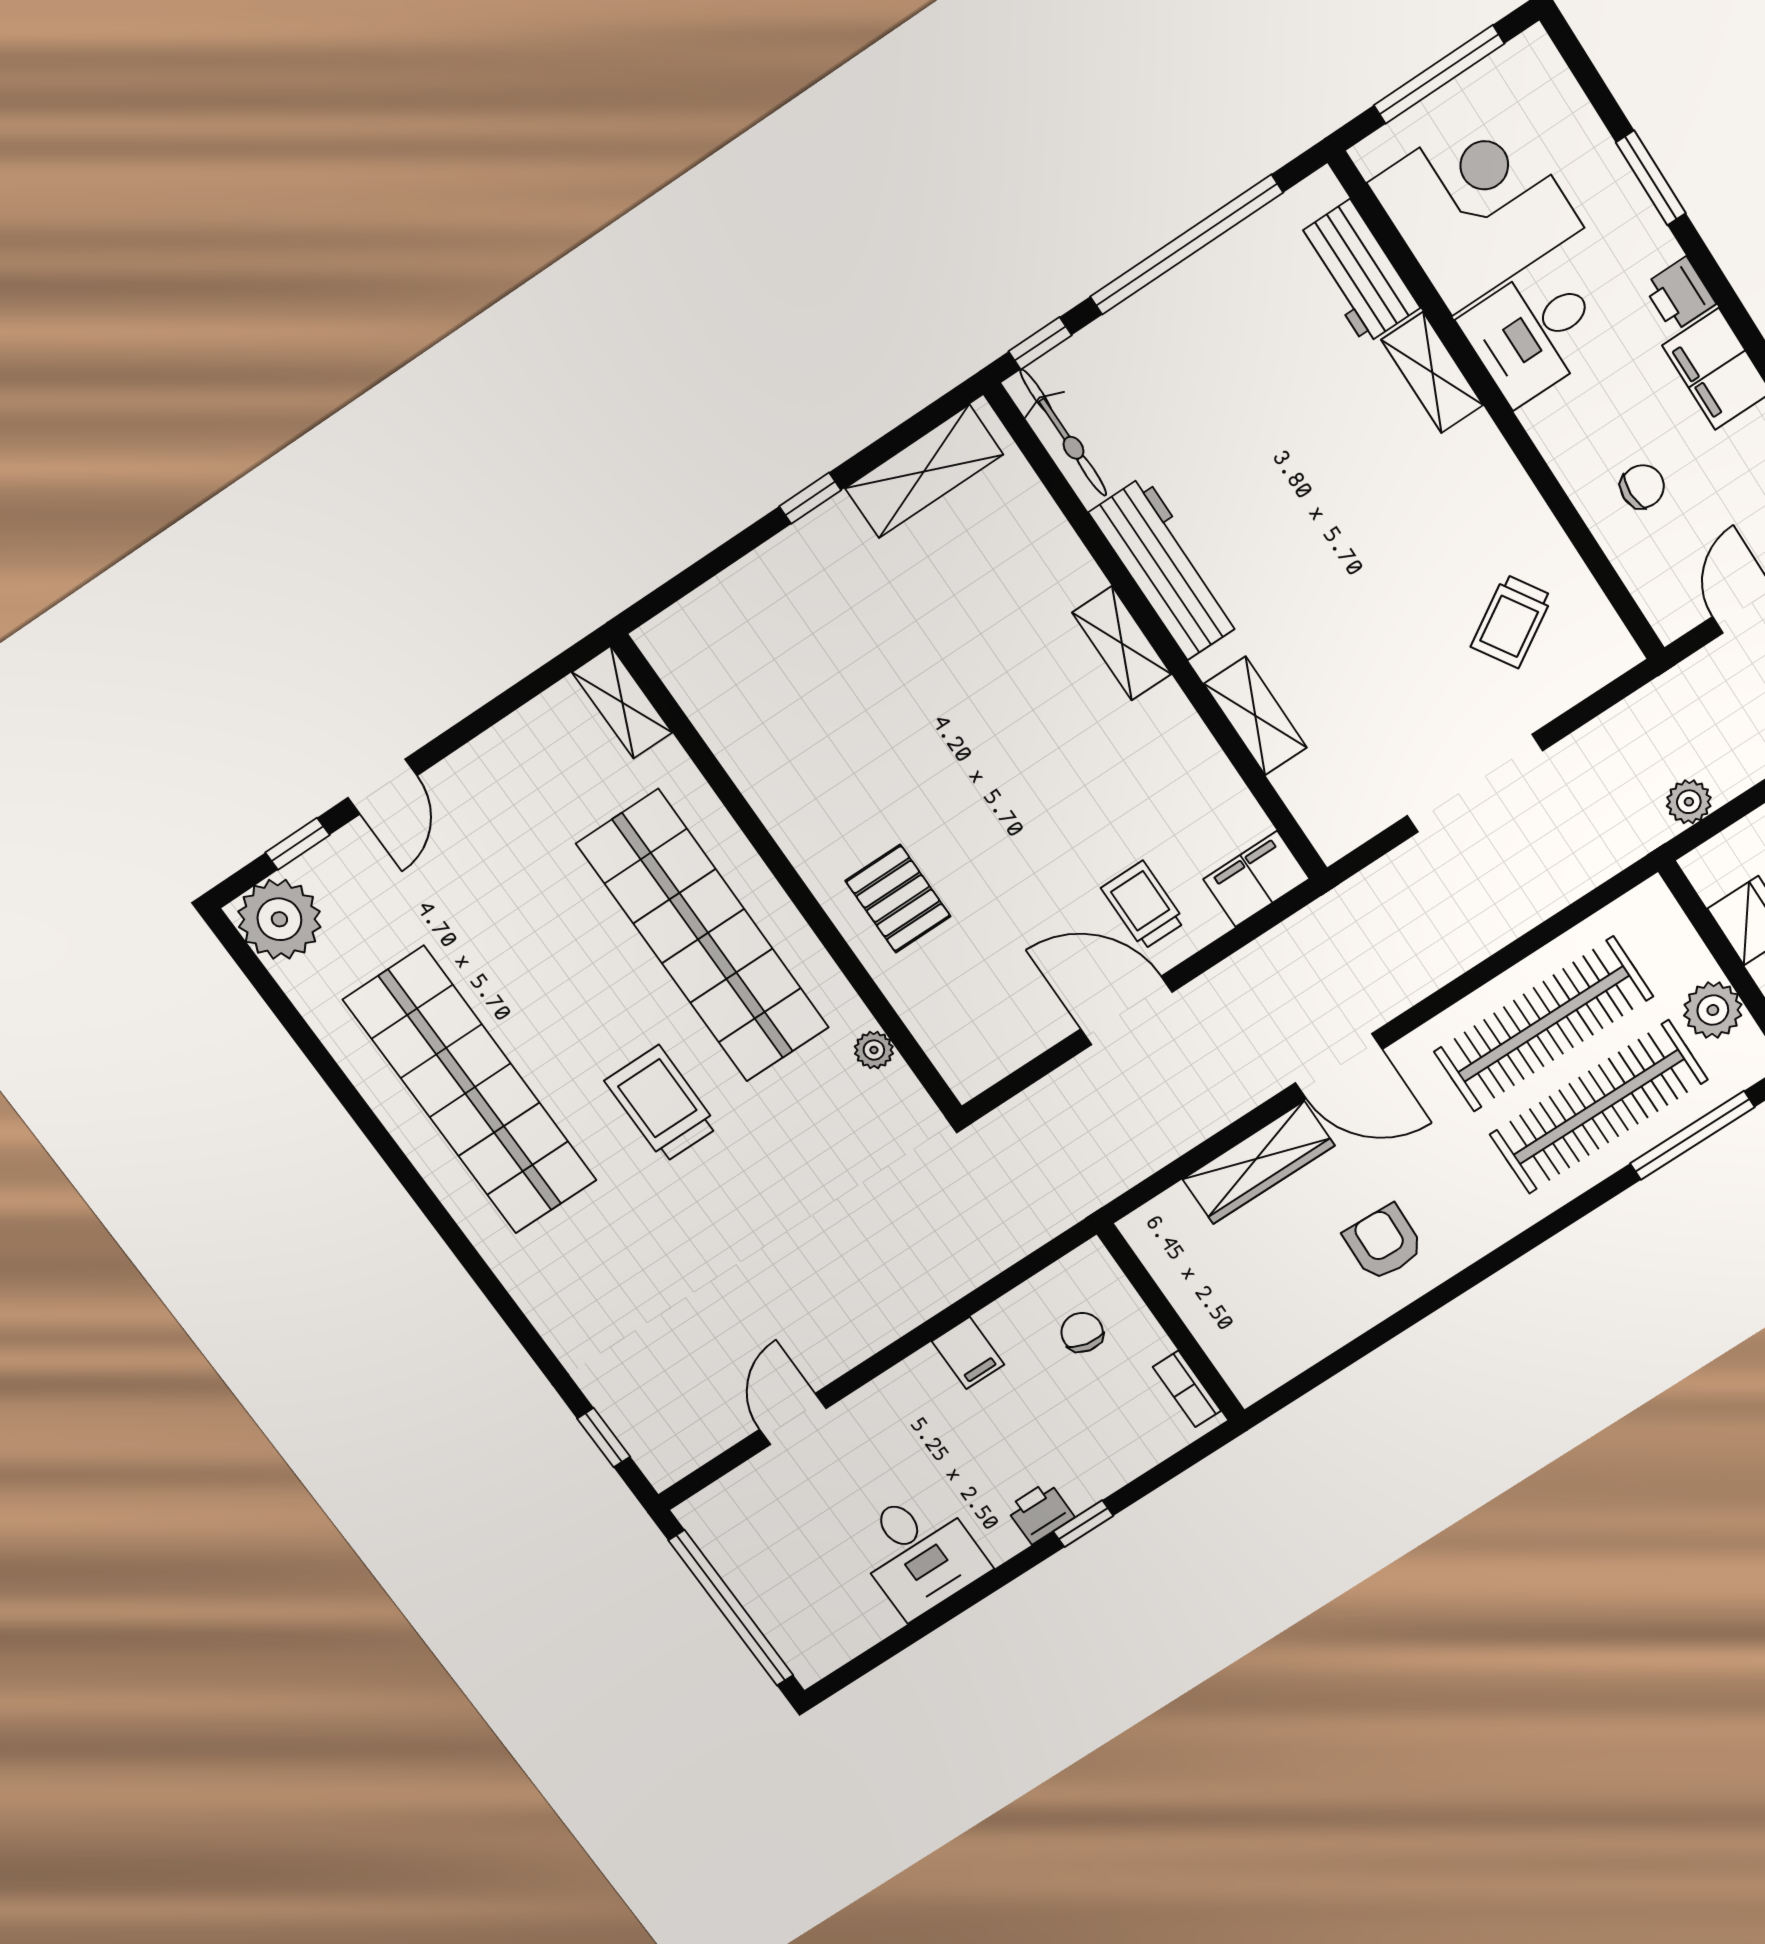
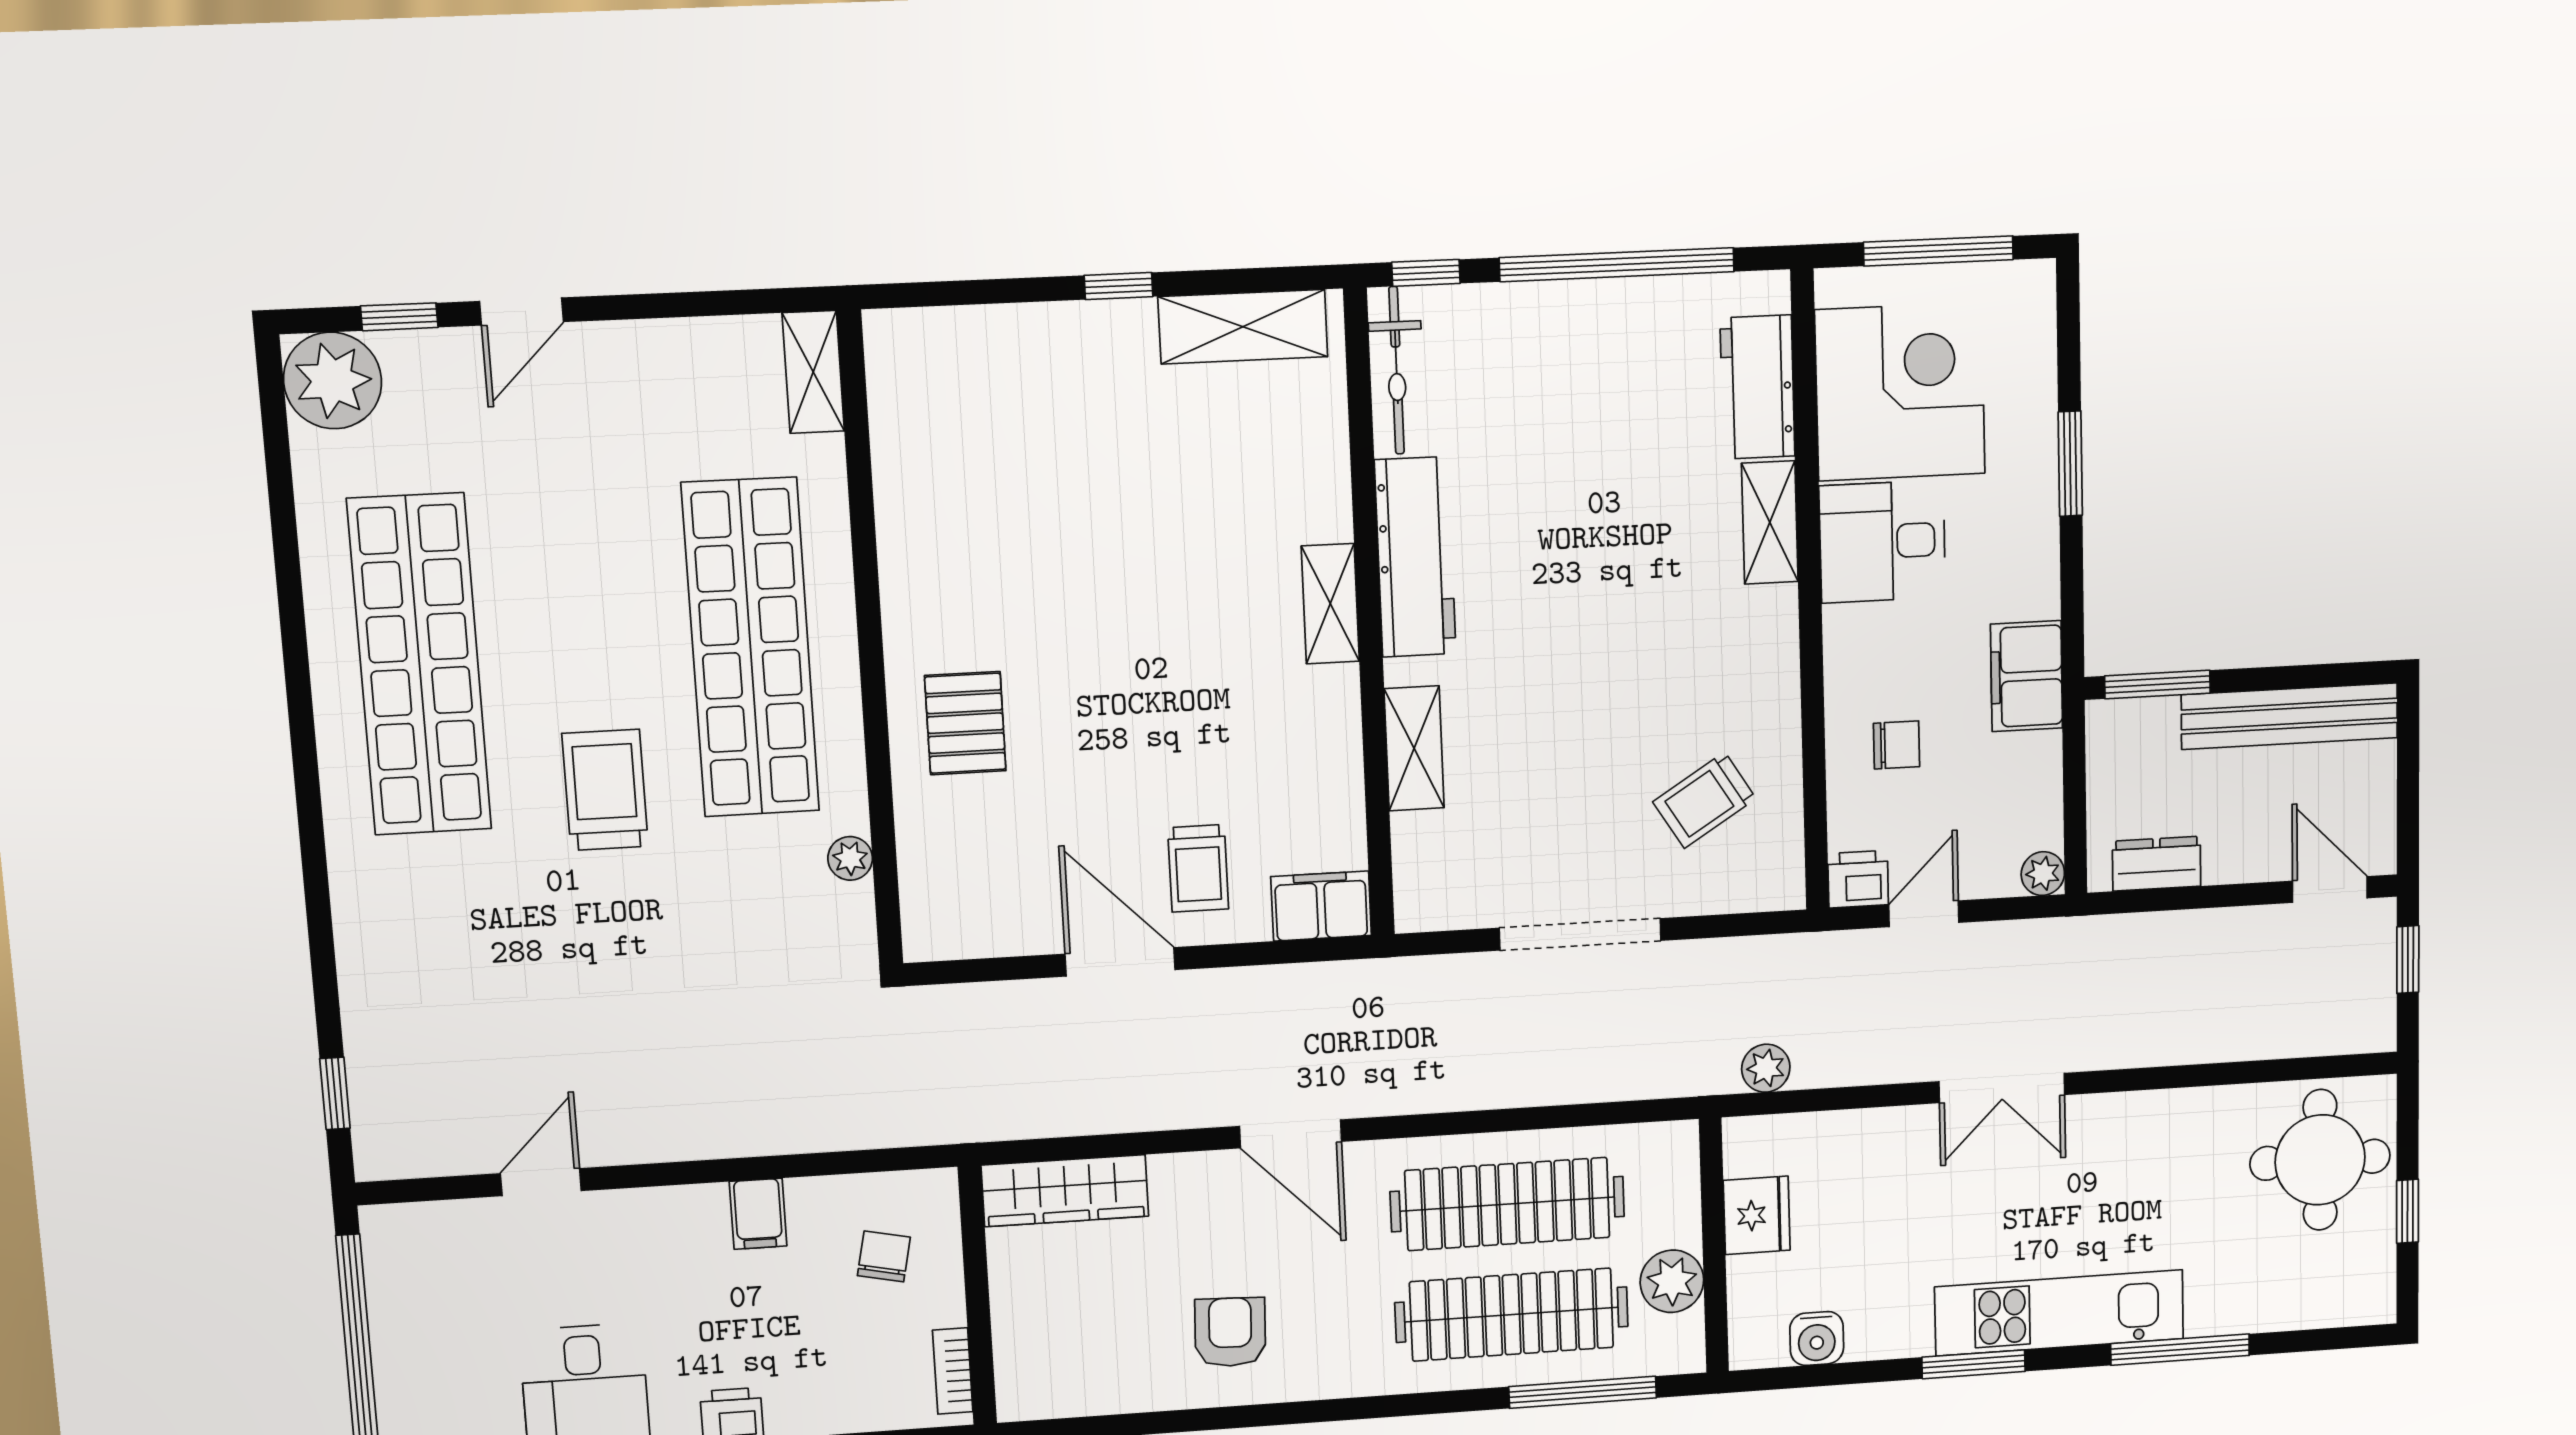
printer: (1680, 294) -> (1858, 879), moved, turned 90
trolley: (1143, 905) -> (1198, 868), turned 180
wardrobe: (1259, 1162) -> (1065, 1191), moved

